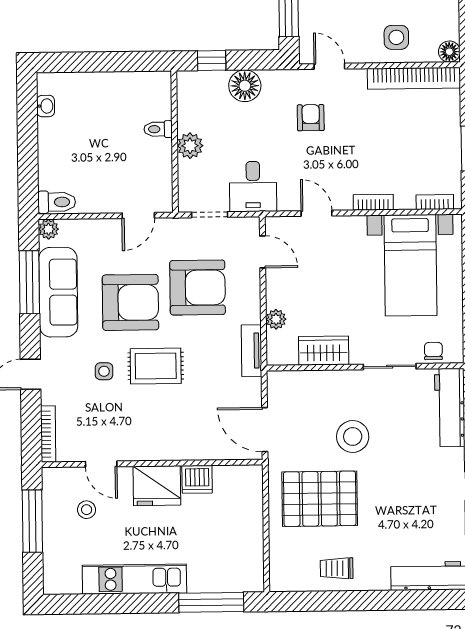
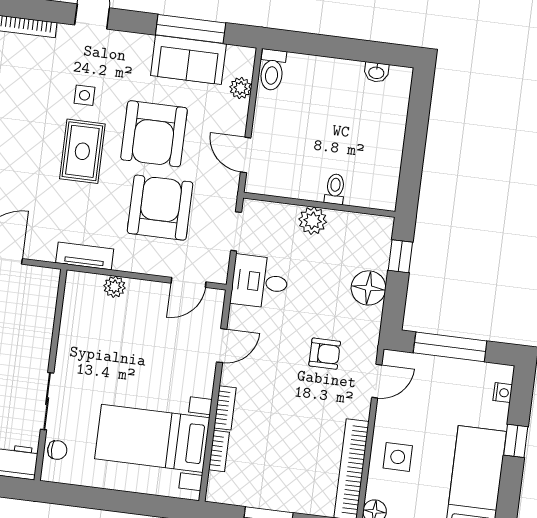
bookcase: (435, 202) -> (219, 451), moved
plant: (49, 229) -> (241, 88), moved
armchair: (198, 288) -> (160, 208), turned 180
sofa: (58, 292) -> (188, 60), width x0.73
wardrobe: (324, 351) -> (74, 333), removed

